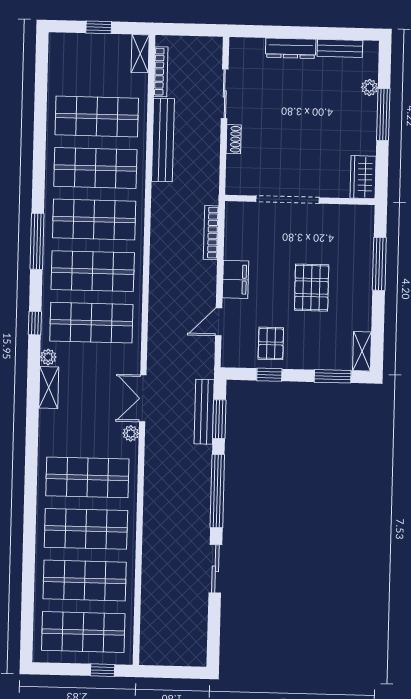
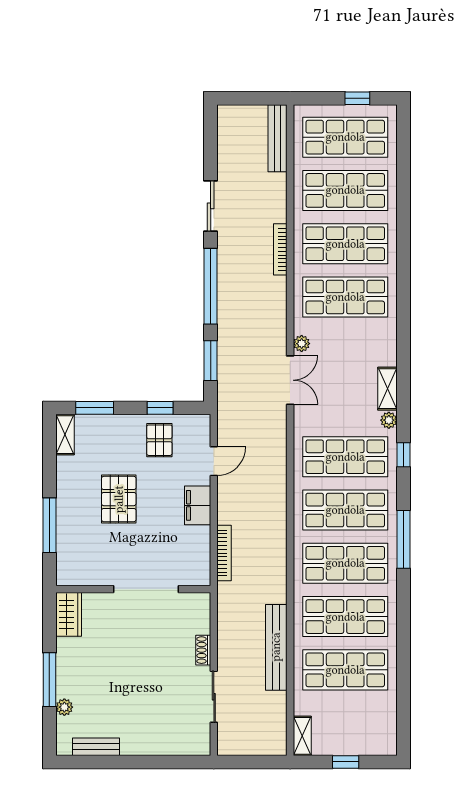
dresser: (291, 48) -> (147, 746), removed
bookcase: (161, 72) -> (280, 249), moved
bench: (204, 412) -> (278, 138), moved
window: (102, 670) -> (357, 98), moved

